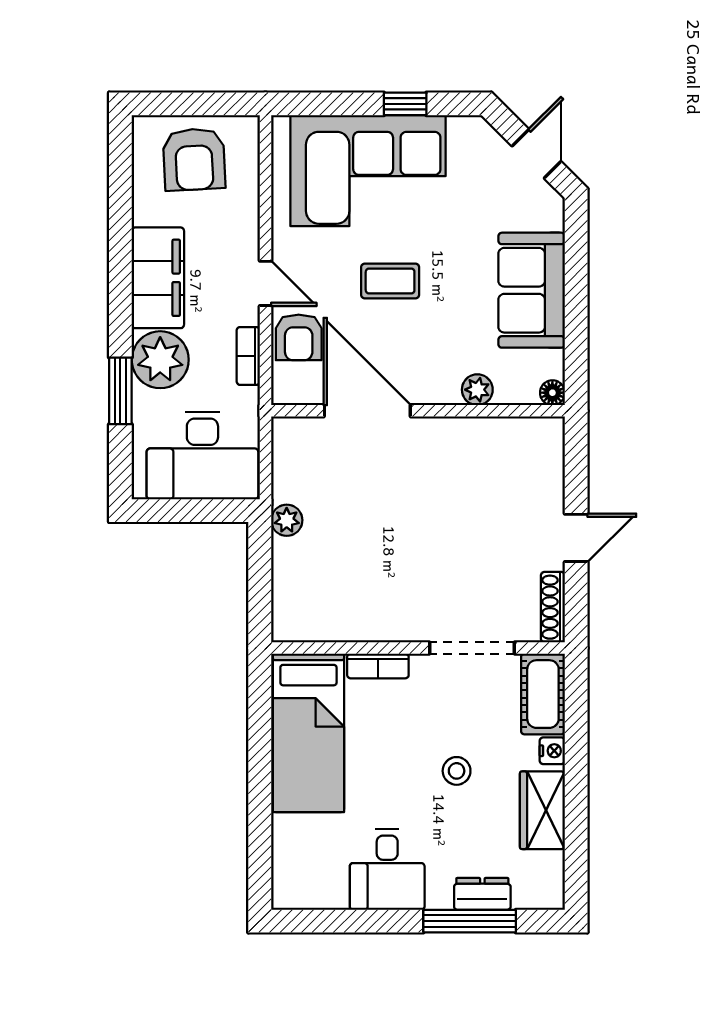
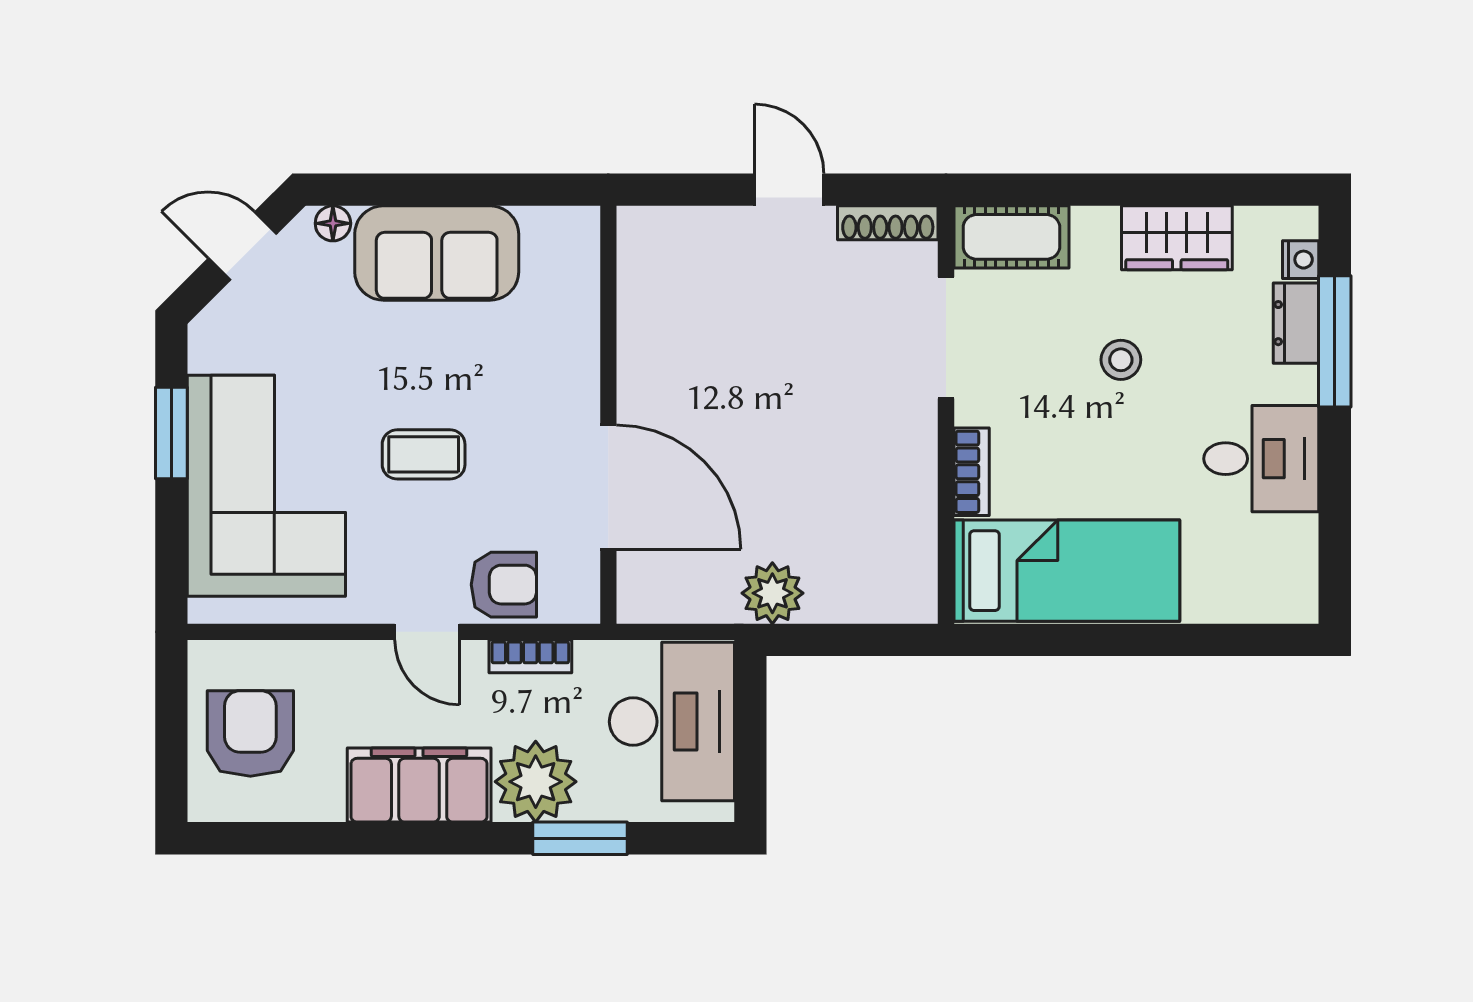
window: (405, 104) -> (171, 433), width x1.50
armchair: (194, 159) -> (250, 733), turned -87
coffee table: (390, 281) -> (424, 454), turned 90
door: (265, 283) -> (427, 632), swing flipped
plant: (477, 390) -> (578, 330), removed
floor lamp: (552, 393) -> (333, 223), moved
door: (367, 411) -> (608, 487), swing flipped
plant: (287, 520) -> (772, 593), width x1.38, depth x1.38
nightstand: (552, 751) -> (1301, 260), moved, turned 90

